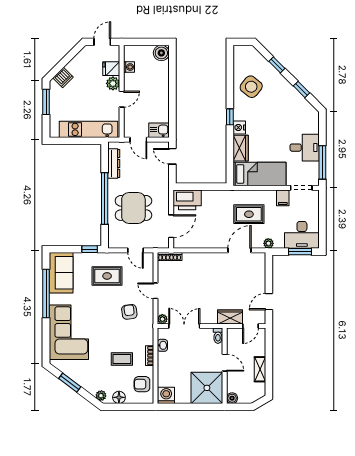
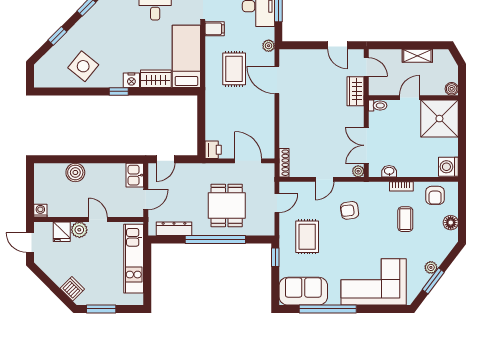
boiler: (161, 53) -> (75, 172), moved
washing machine: (129, 67) -> (40, 211), moved
printer: (187, 200) -> (213, 150), width x0.53, depth x0.68
plant: (101, 396) -> (431, 267), moved

